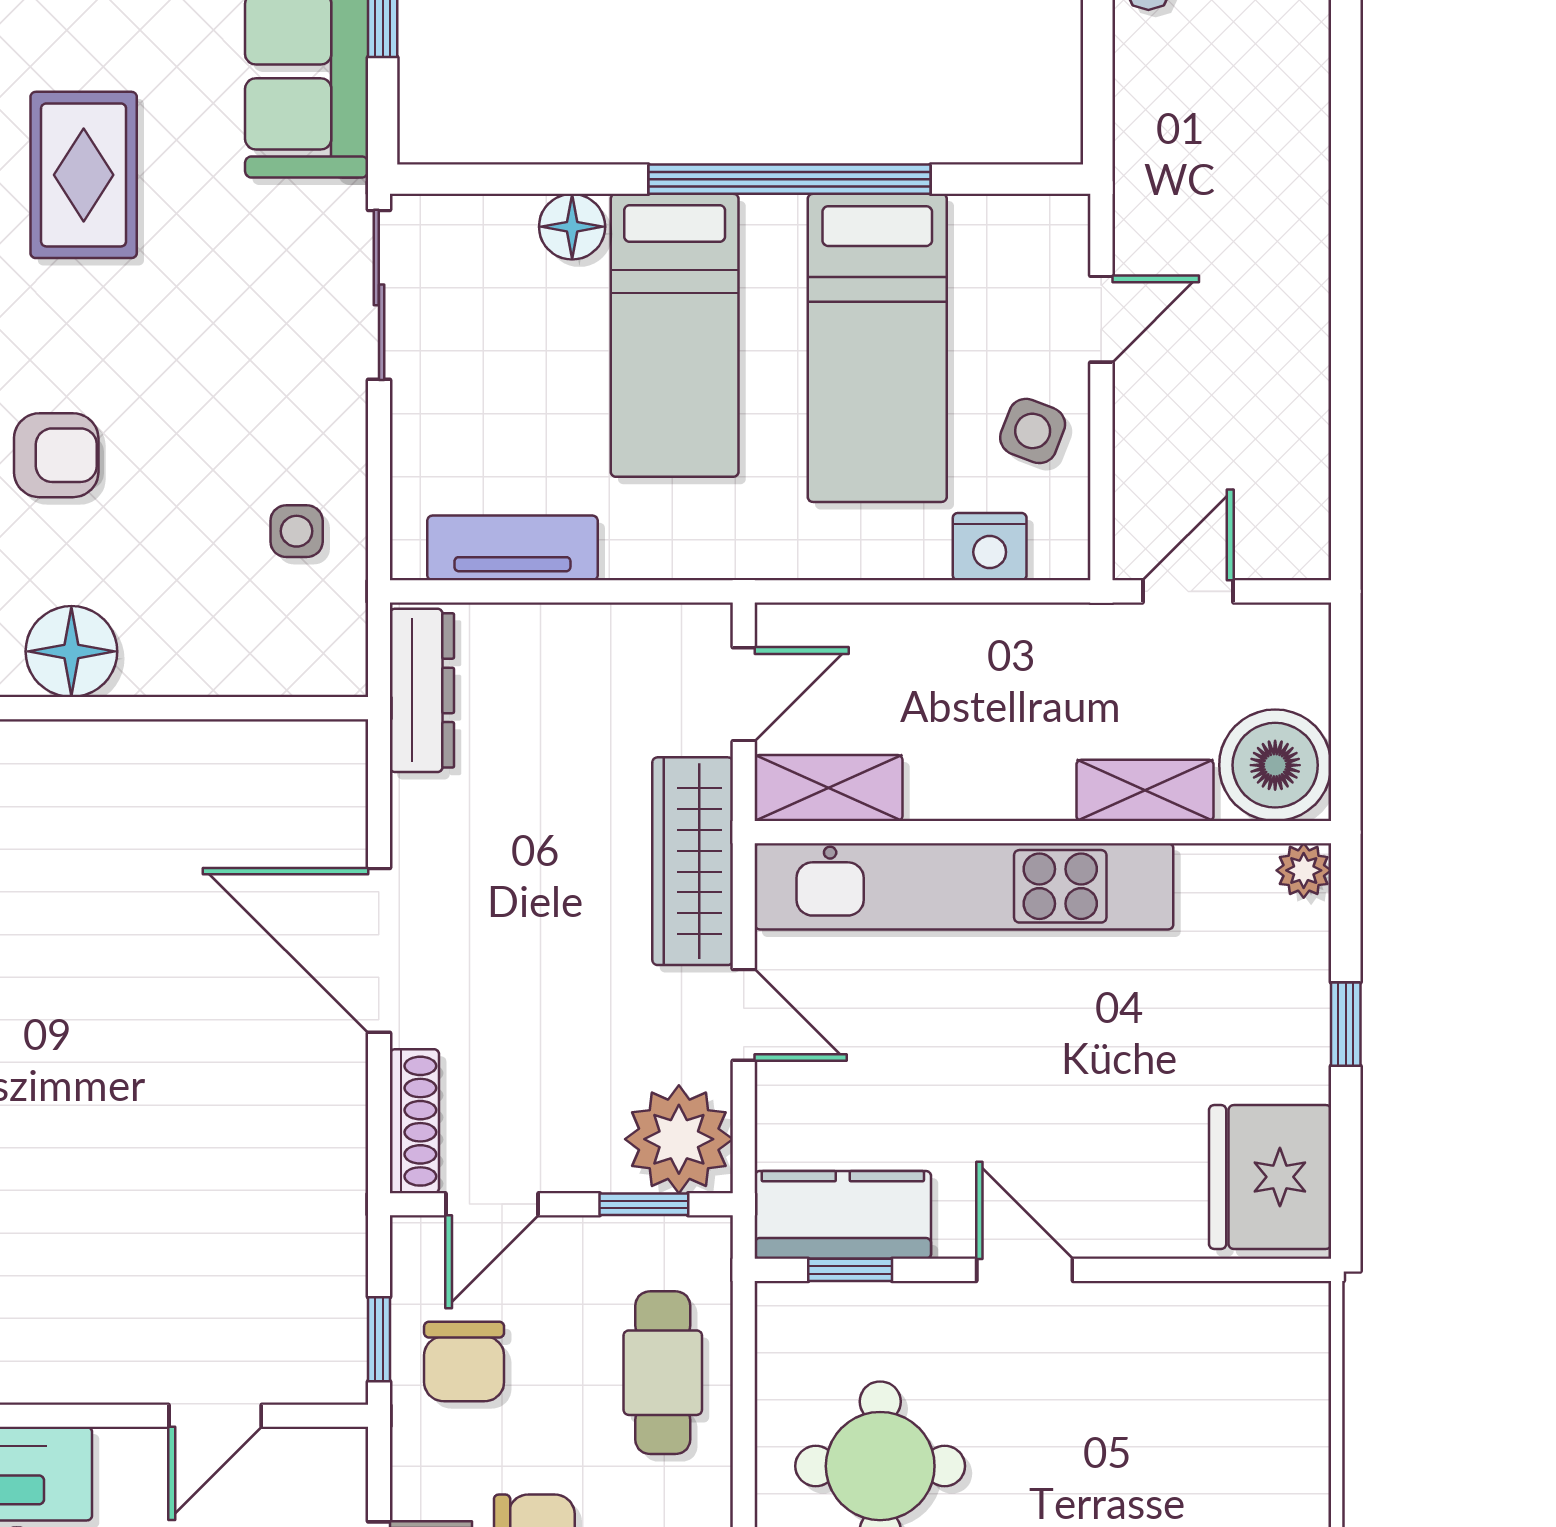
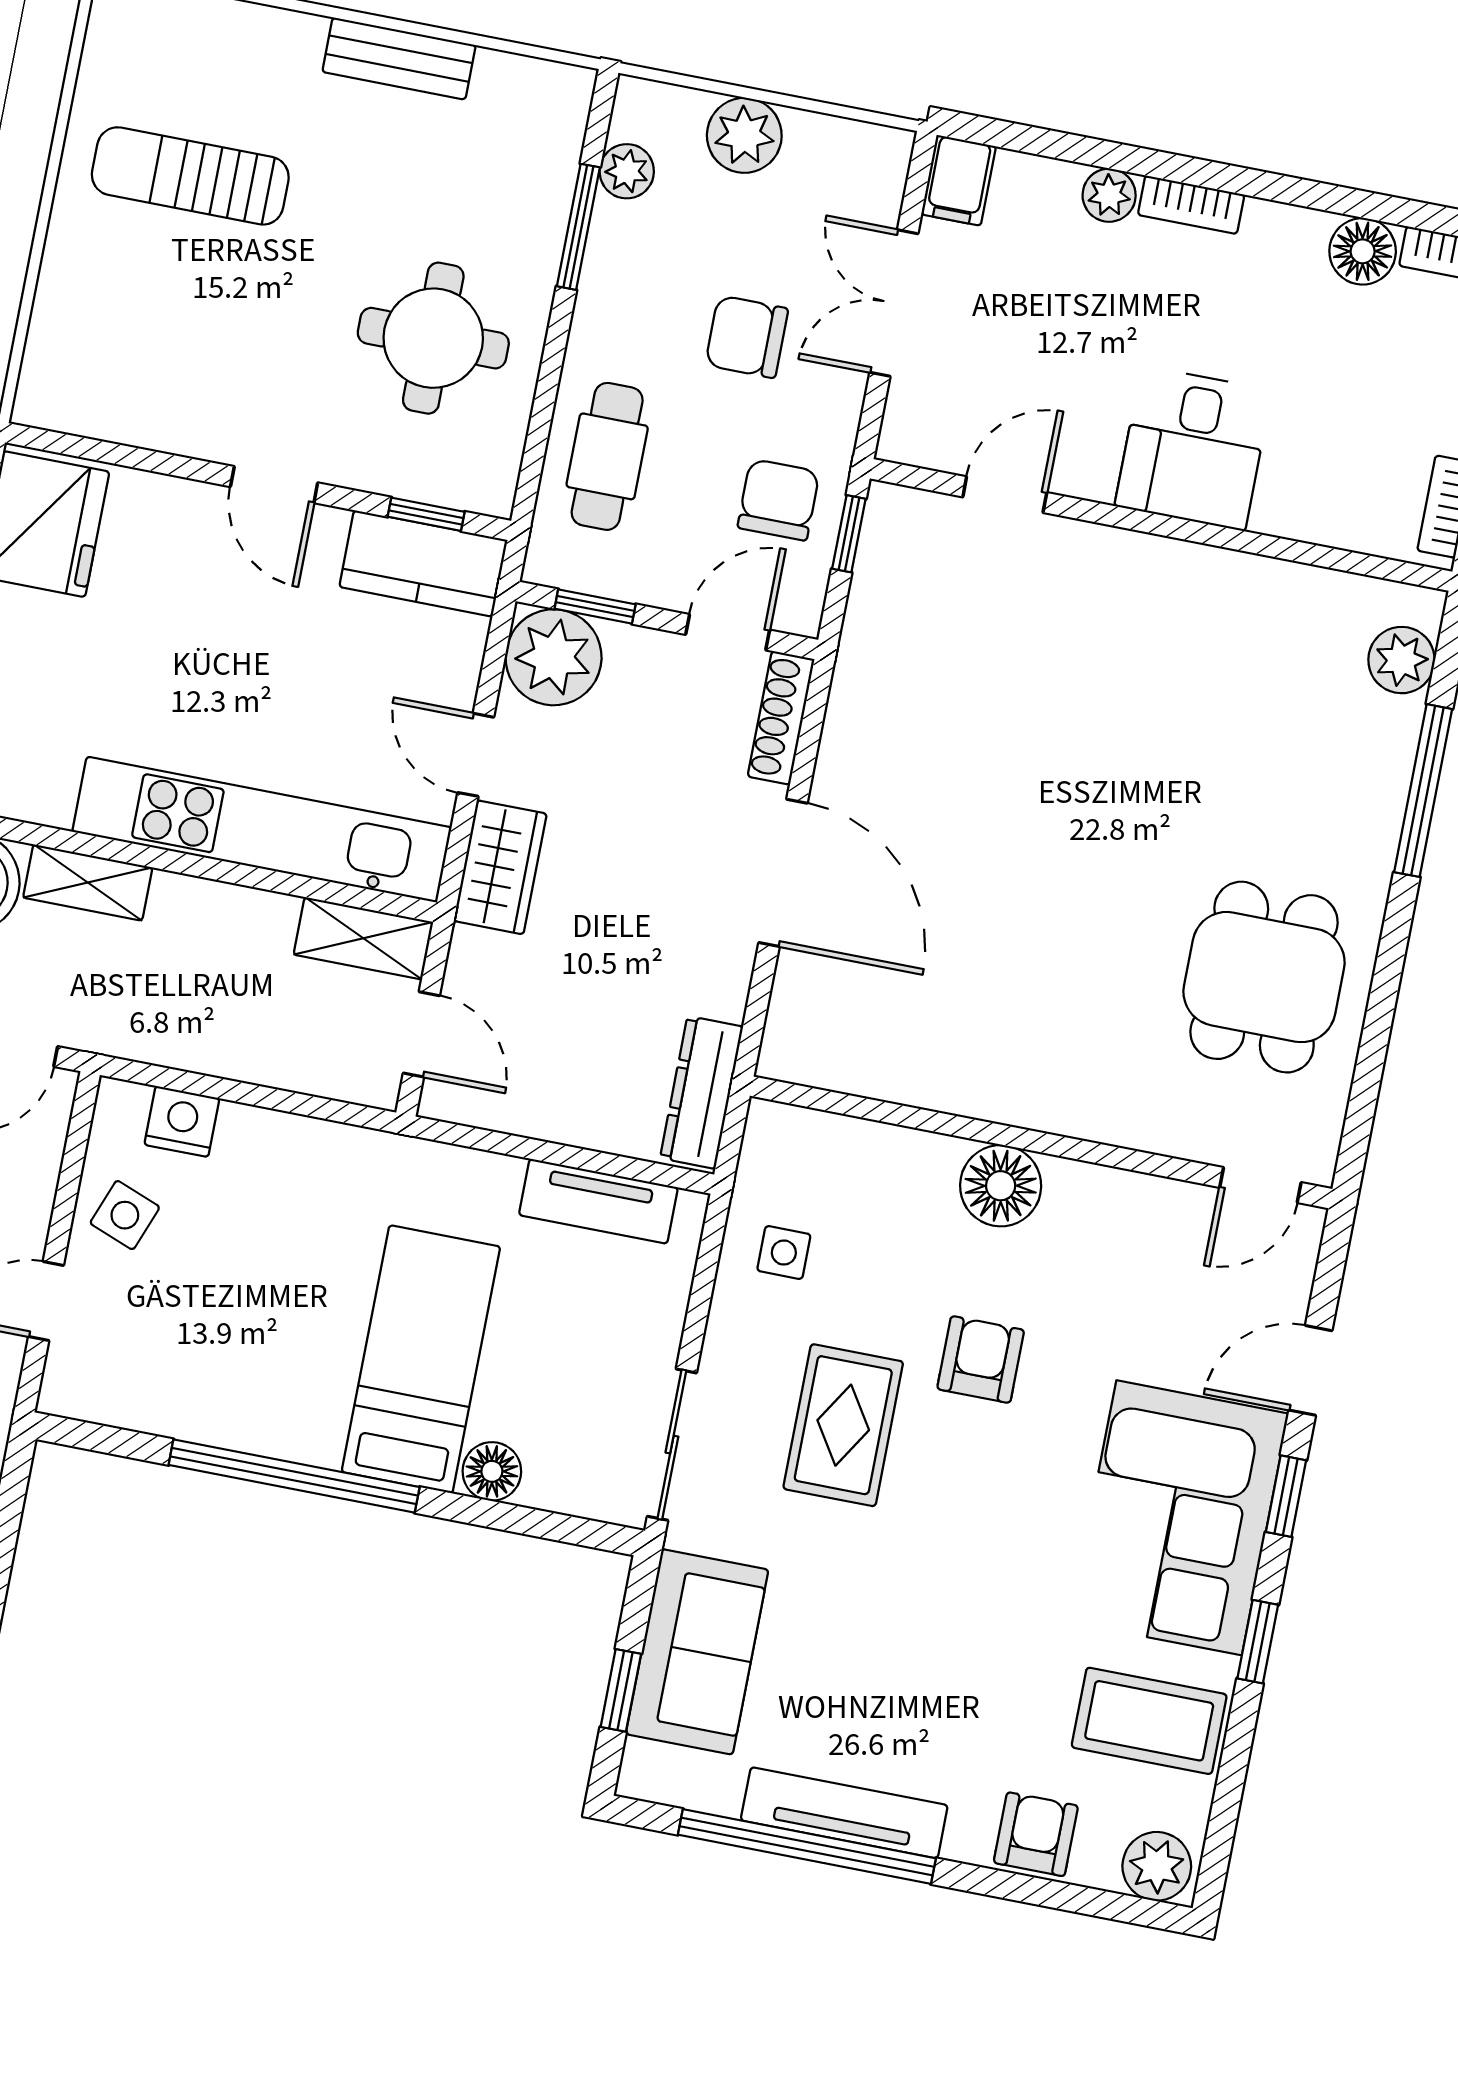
rug: (84, 175) -> (843, 1425), moved
bed: (877, 348) -> (246, 1314), removed
armchair: (56, 455) -> (981, 1359), turned 90
door: (744, 694) -> (421, 1034), swing flipped
wardrobe: (693, 861) -> (500, 867), width x0.67

